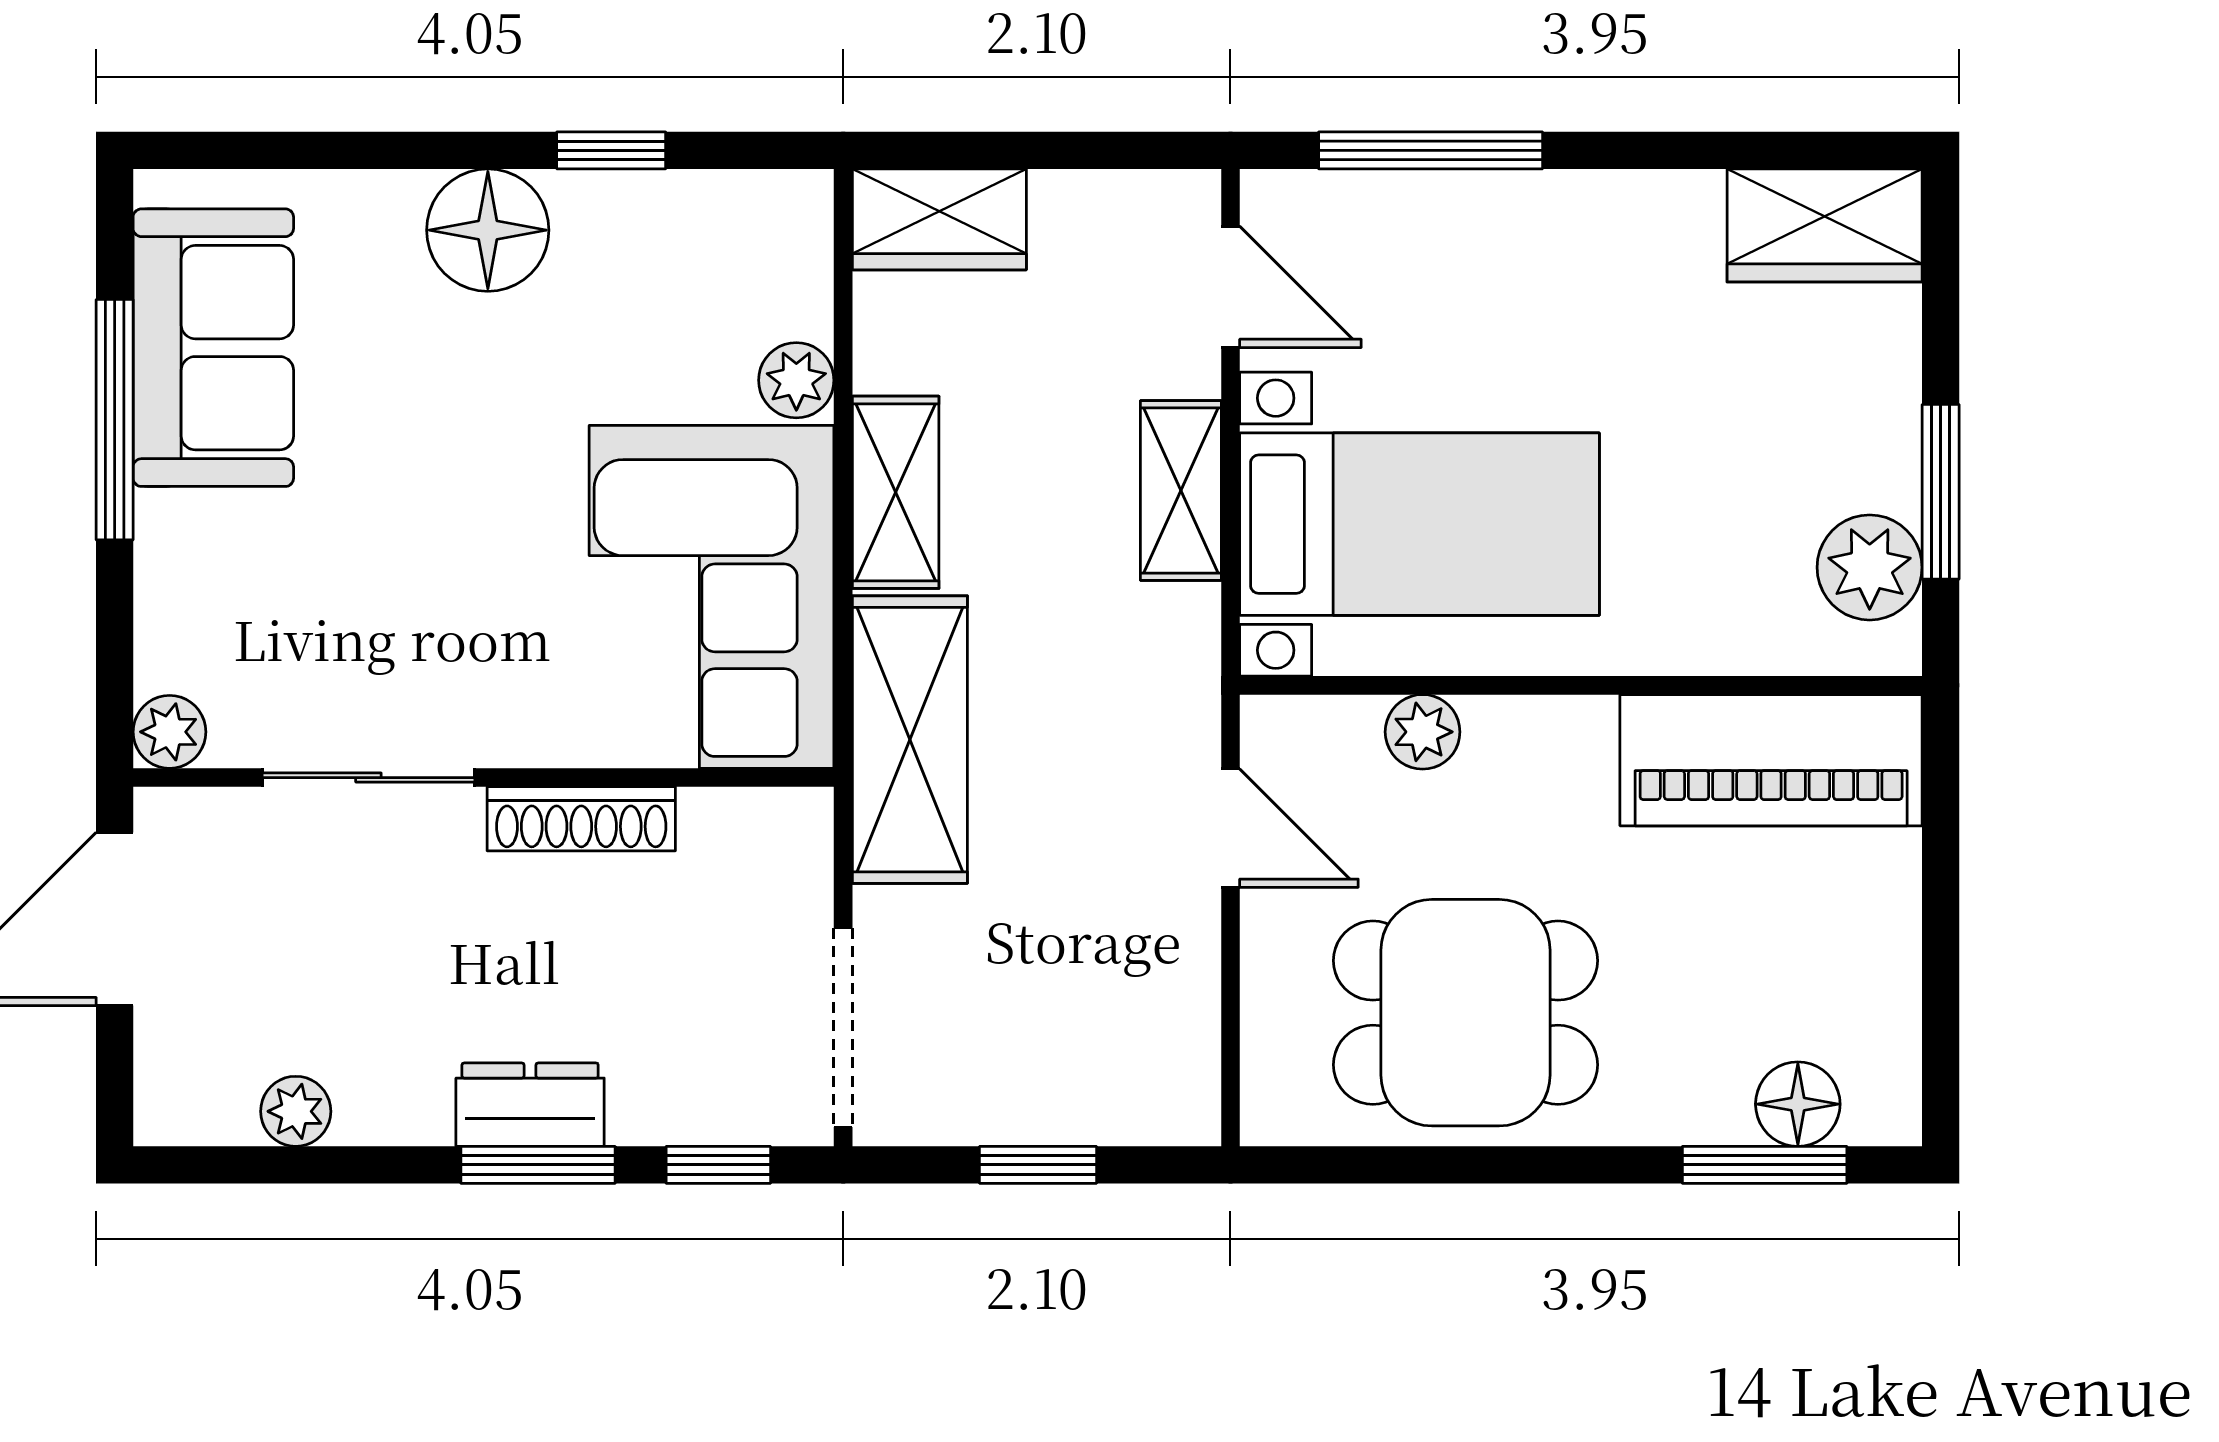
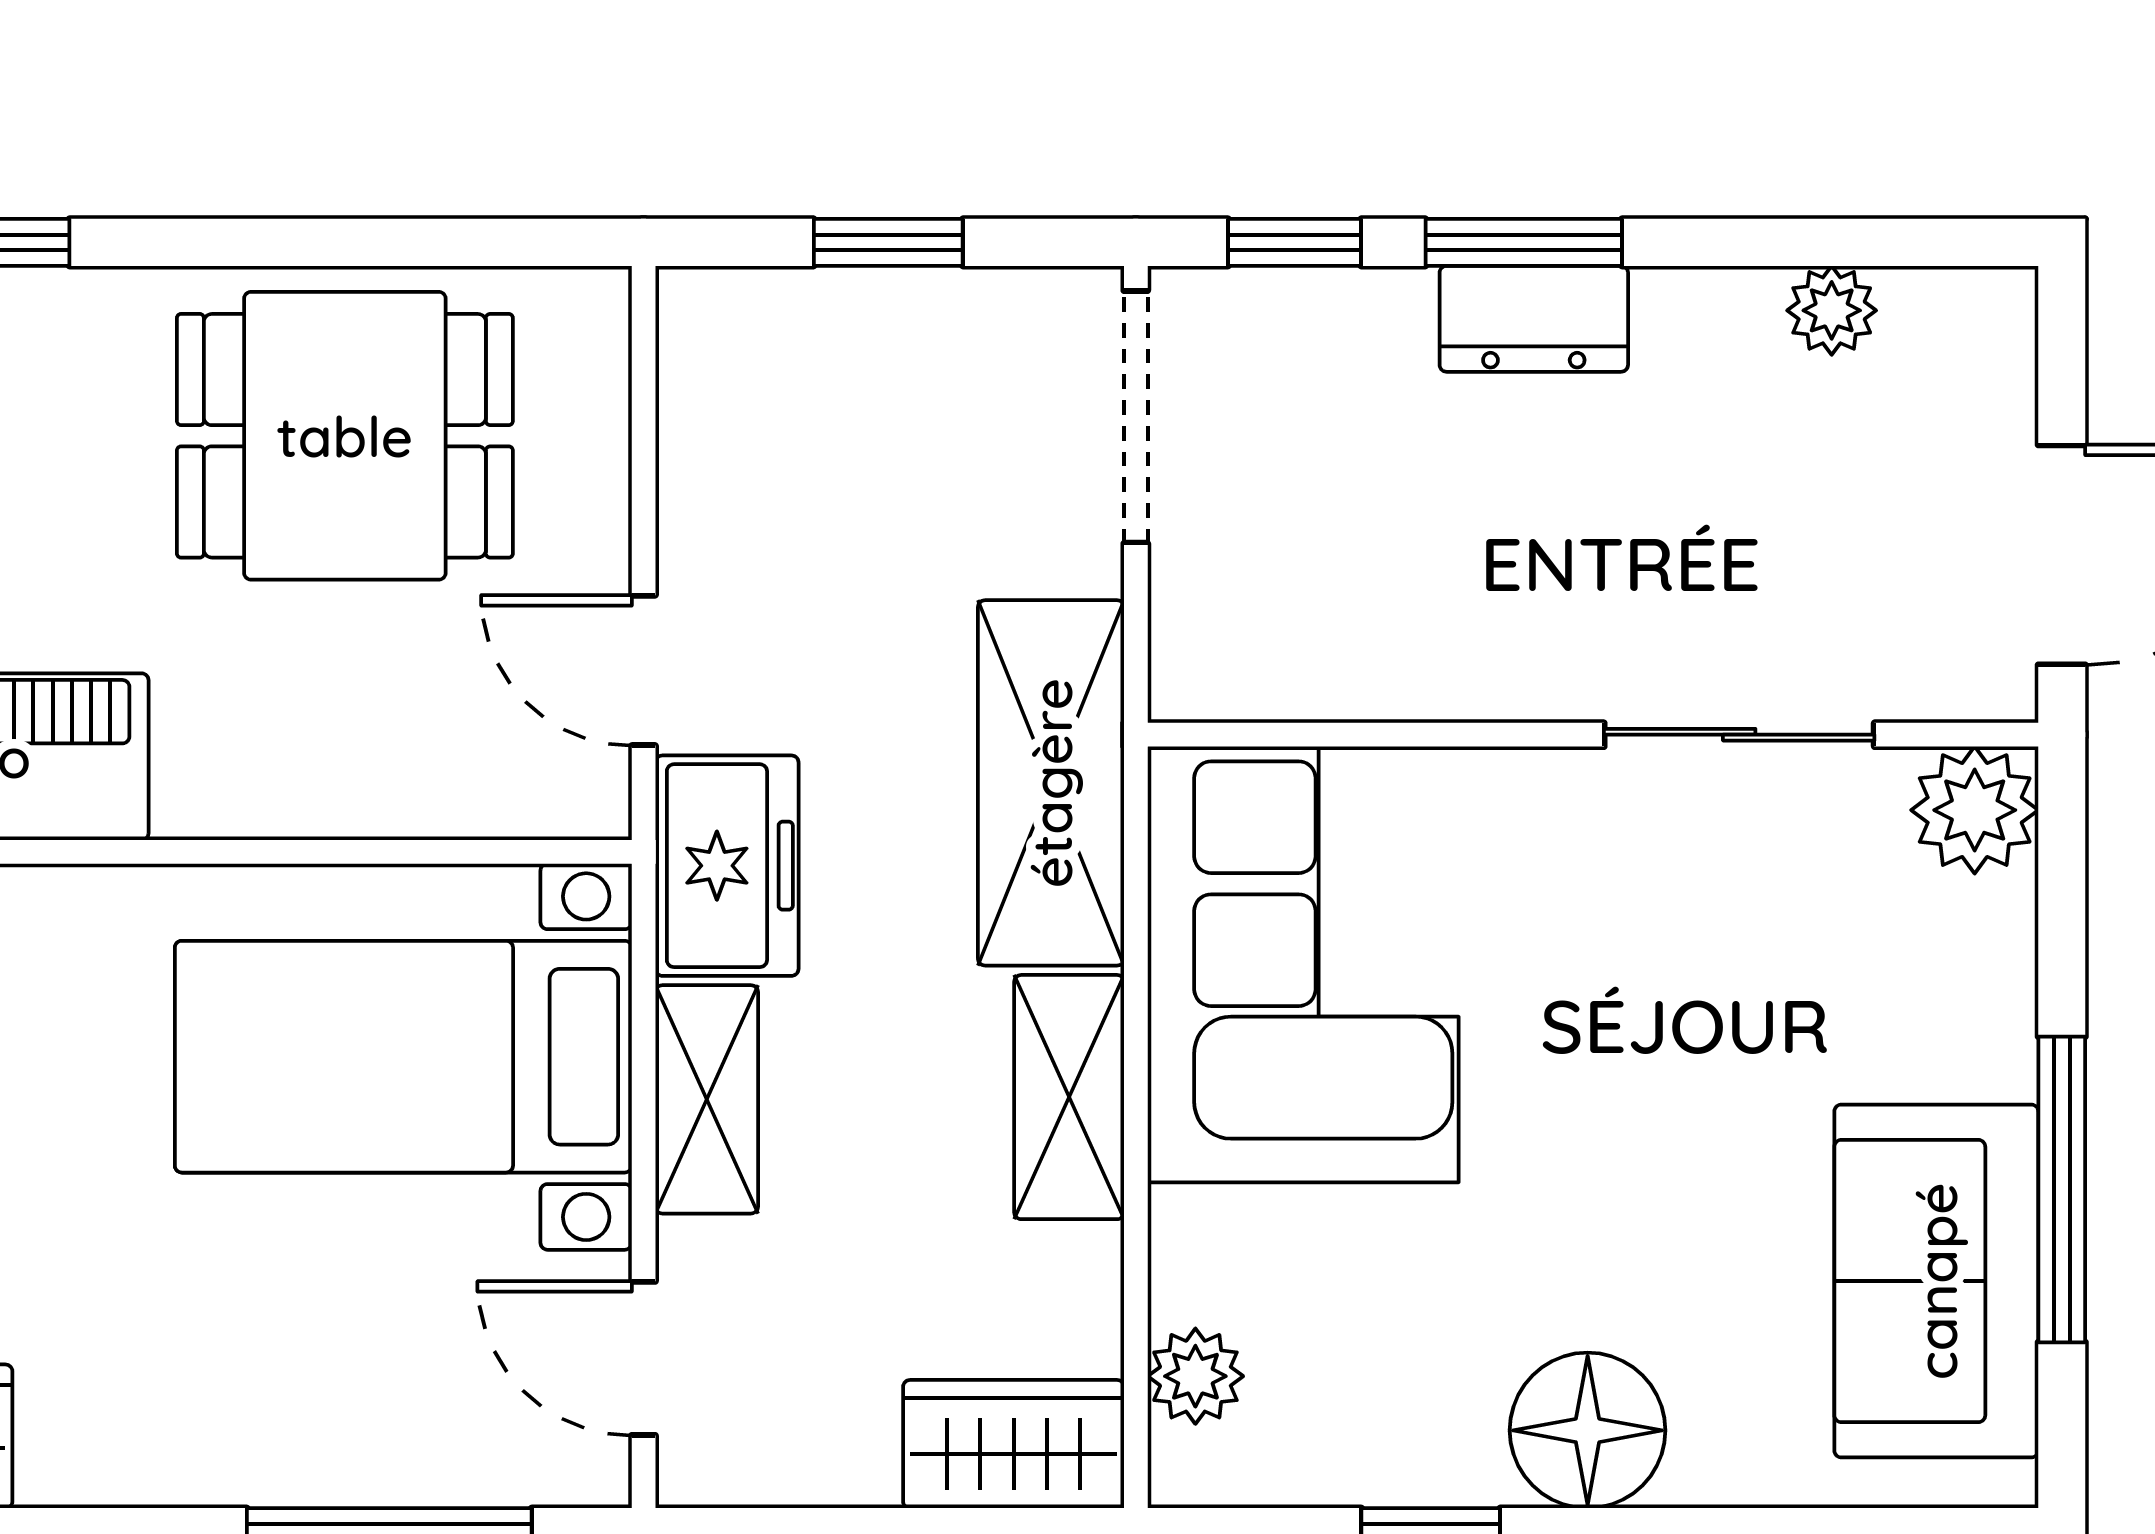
plant: (796, 380) -> (1195, 1376), moved
freezer: (1165, 674) -> (727, 866), added
plant: (170, 732) -> (1975, 810), width x1.38, depth x1.38
plant: (1423, 732) -> (399, 793), removed
shoe rack: (581, 819) -> (1469, 682), removed

